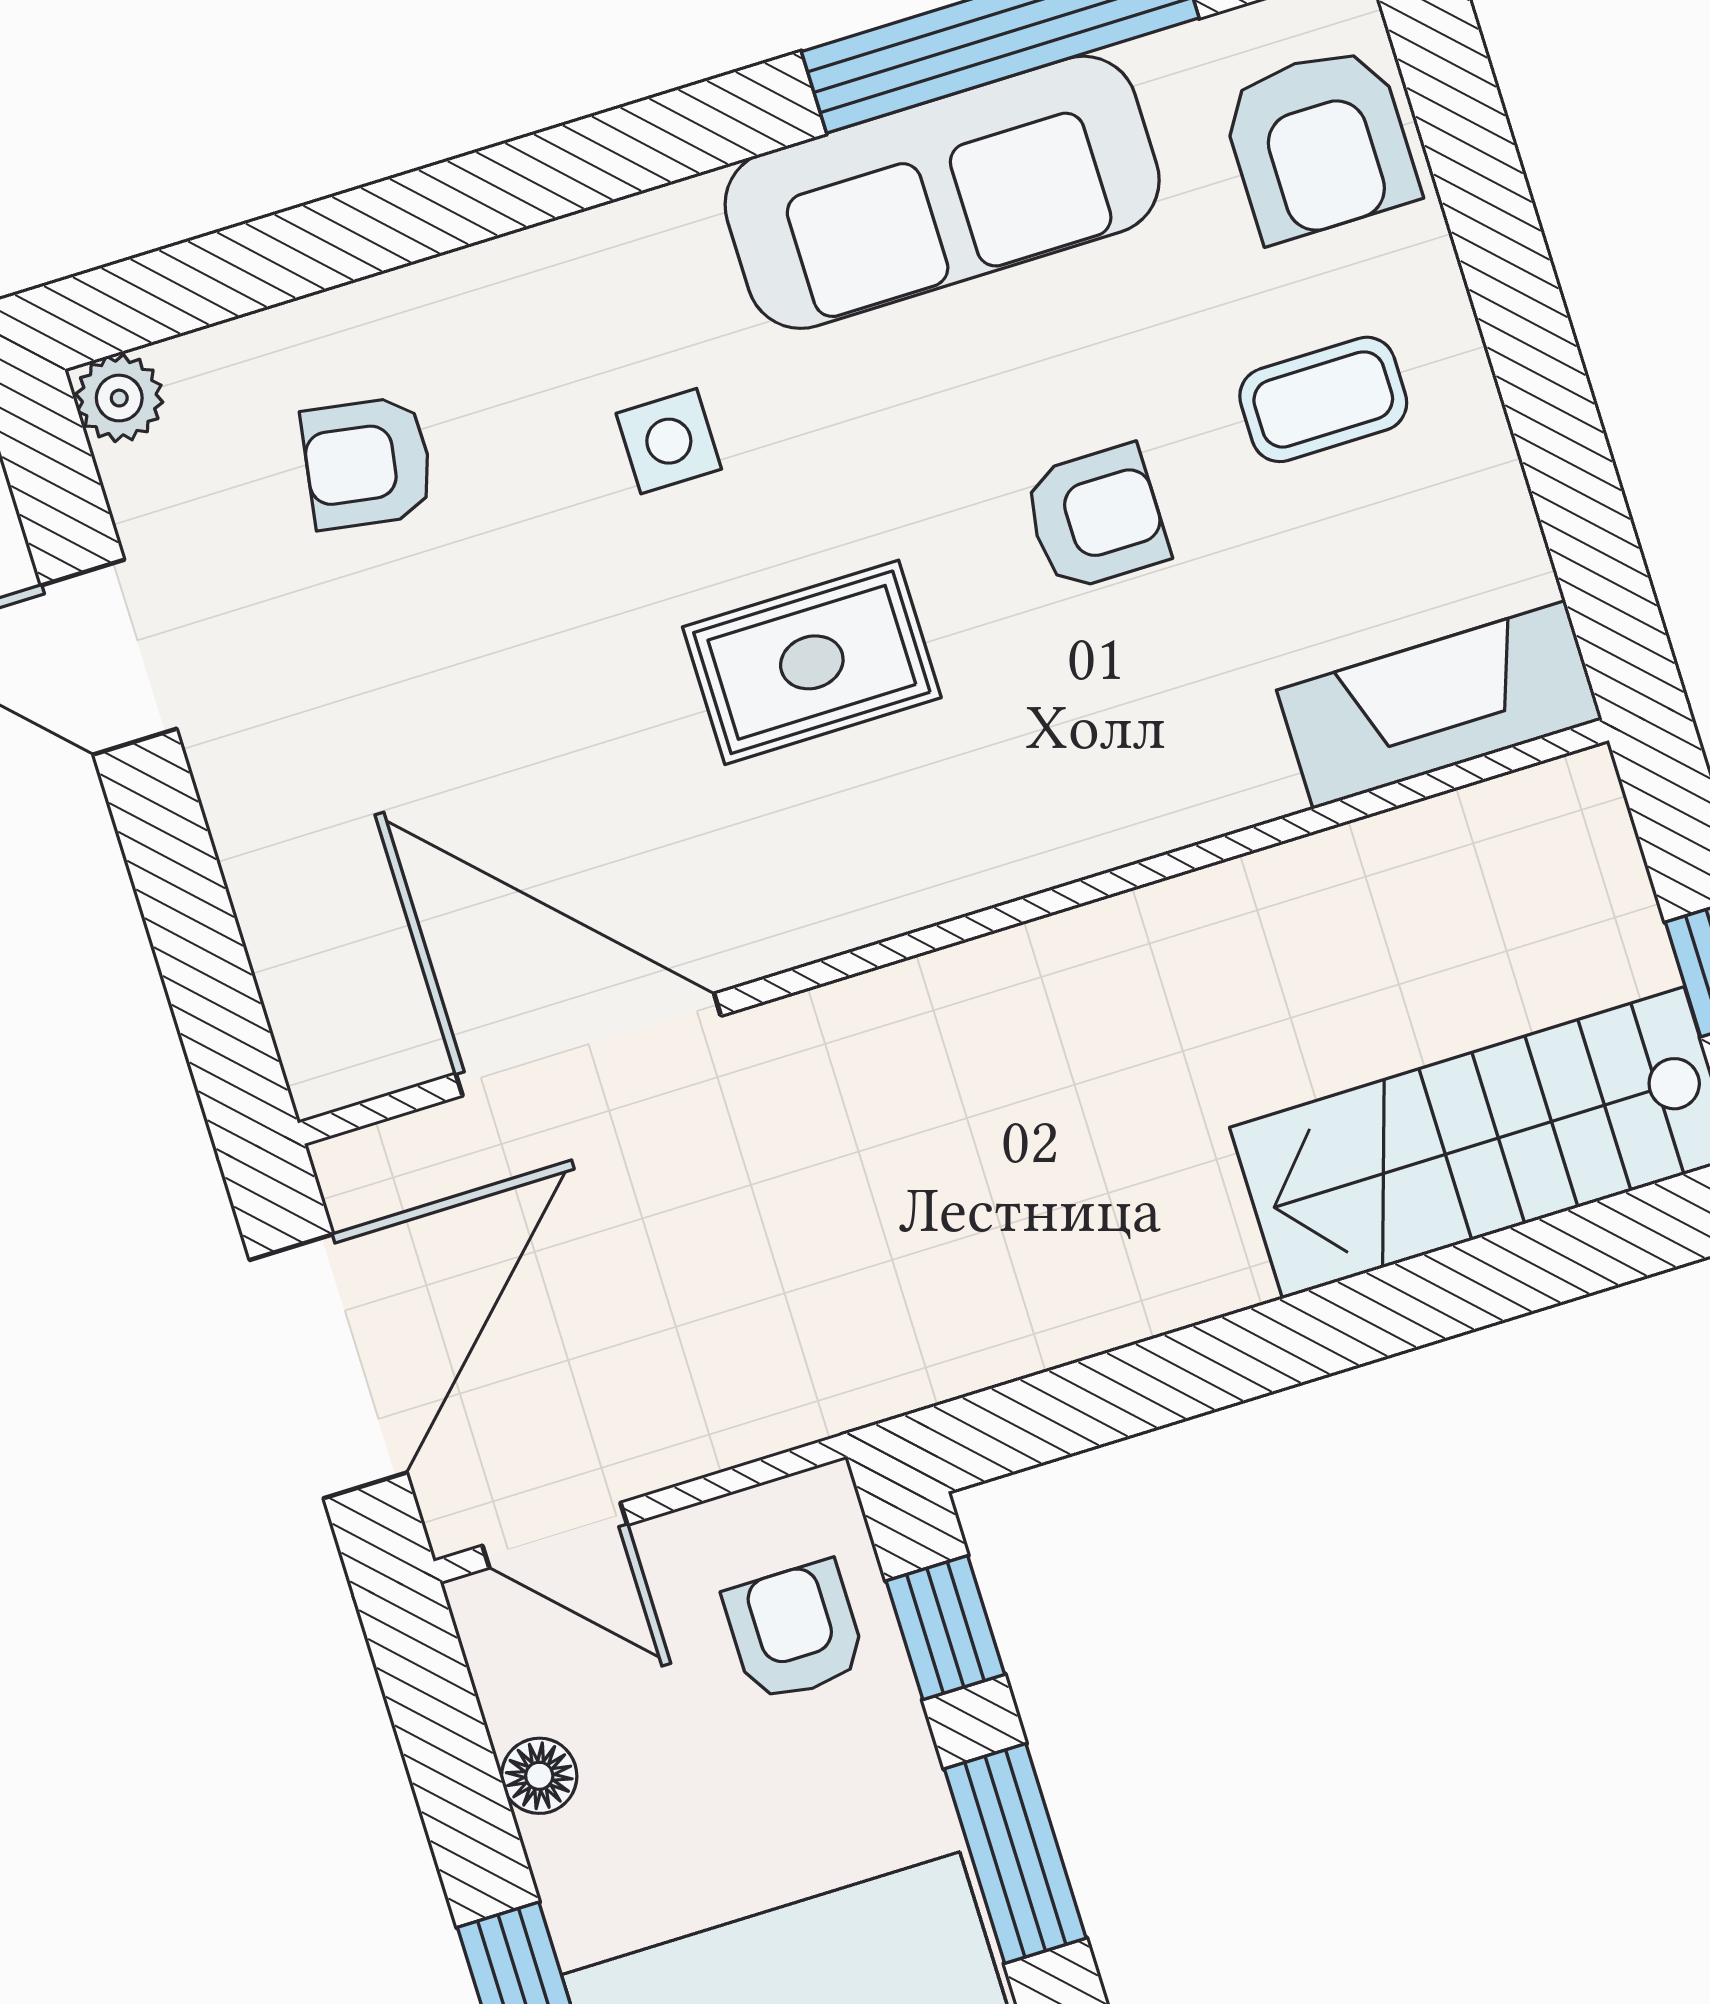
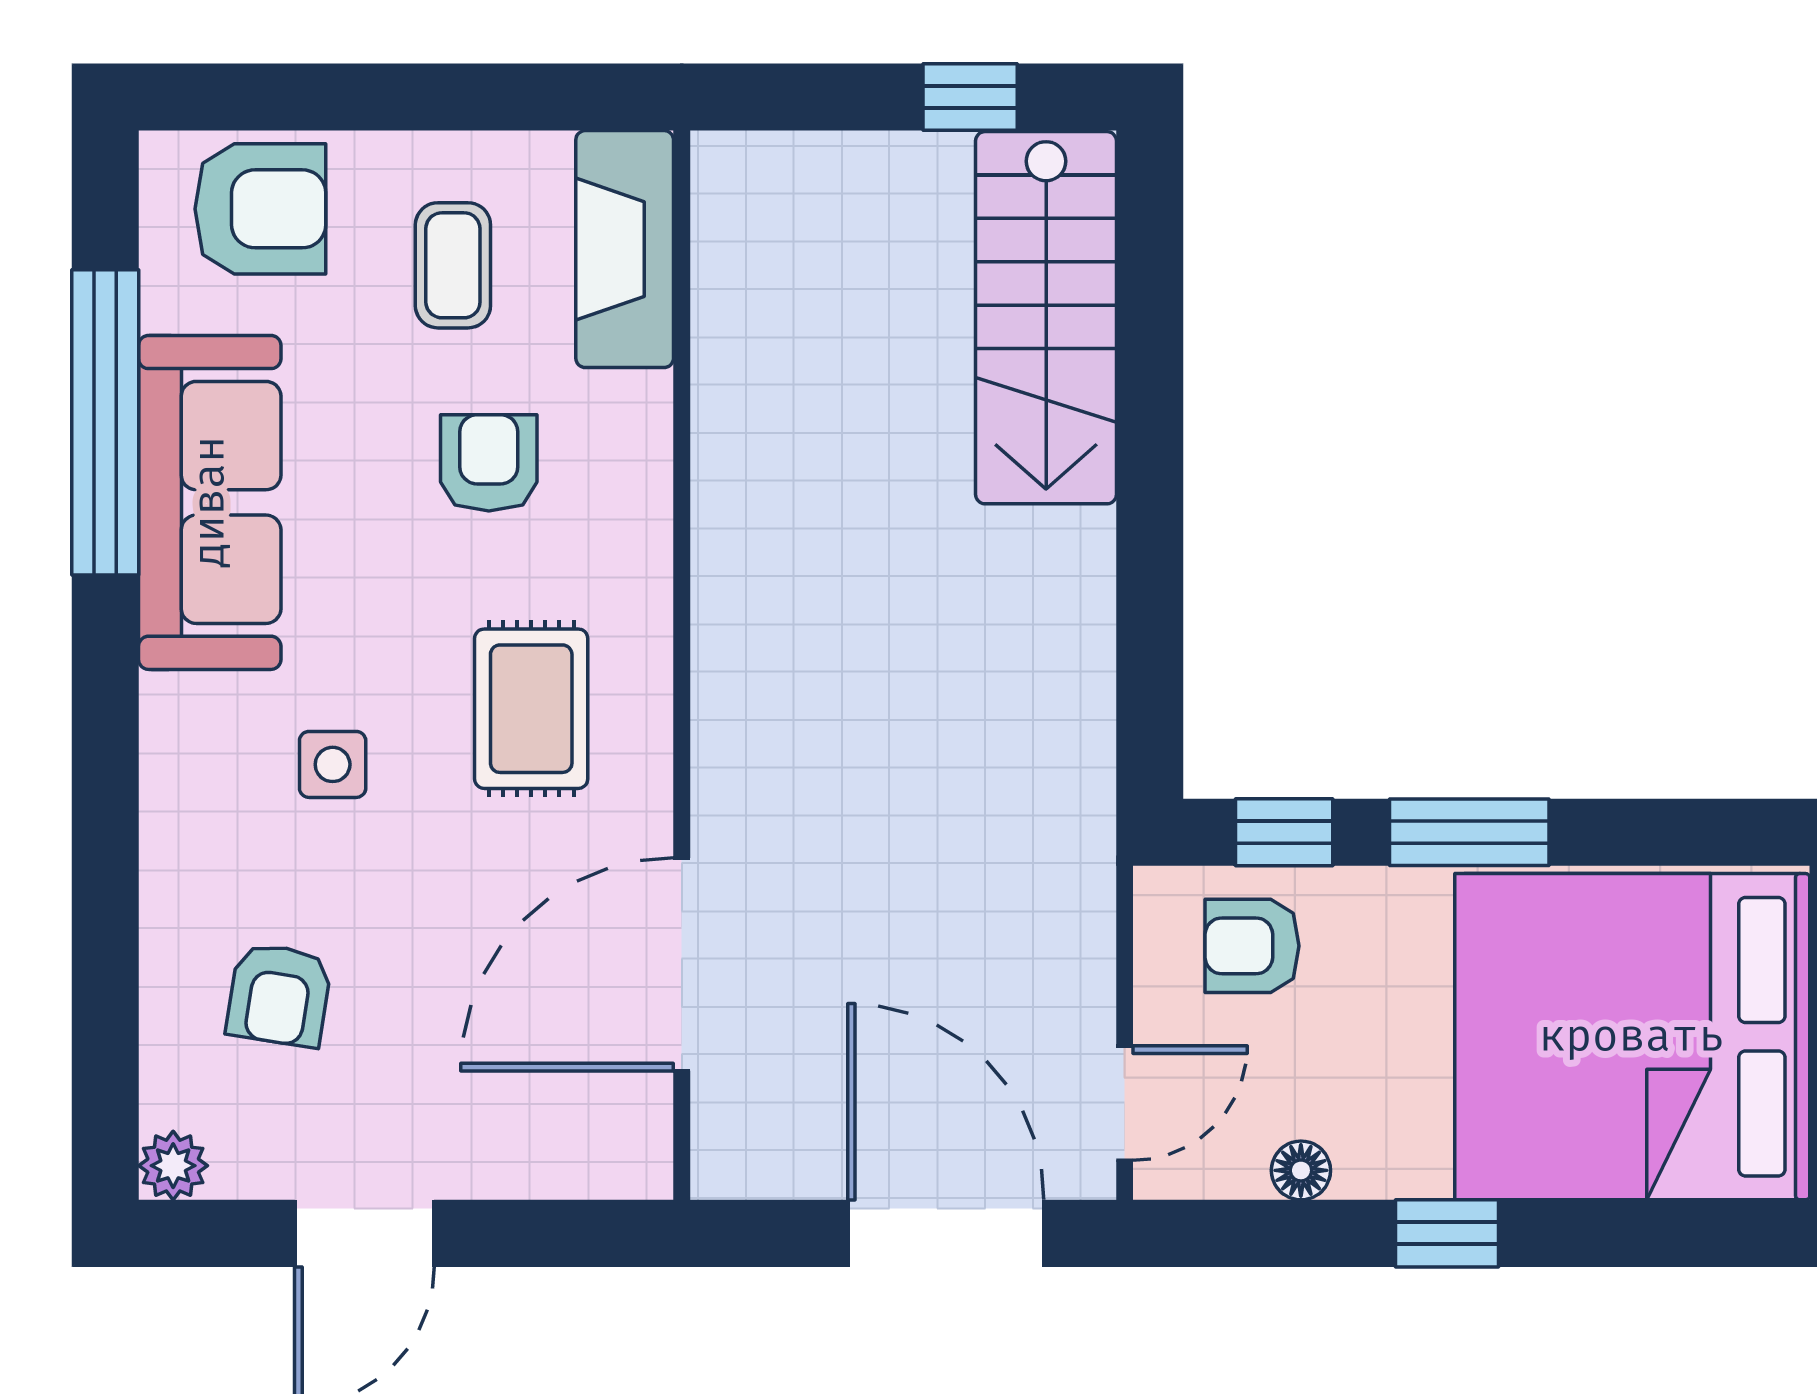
fireplace: (1439, 705) -> (625, 249), moved
wall: (953, 932) -> (682, 665), moved
door: (588, 1045) -> (682, 964), moved

